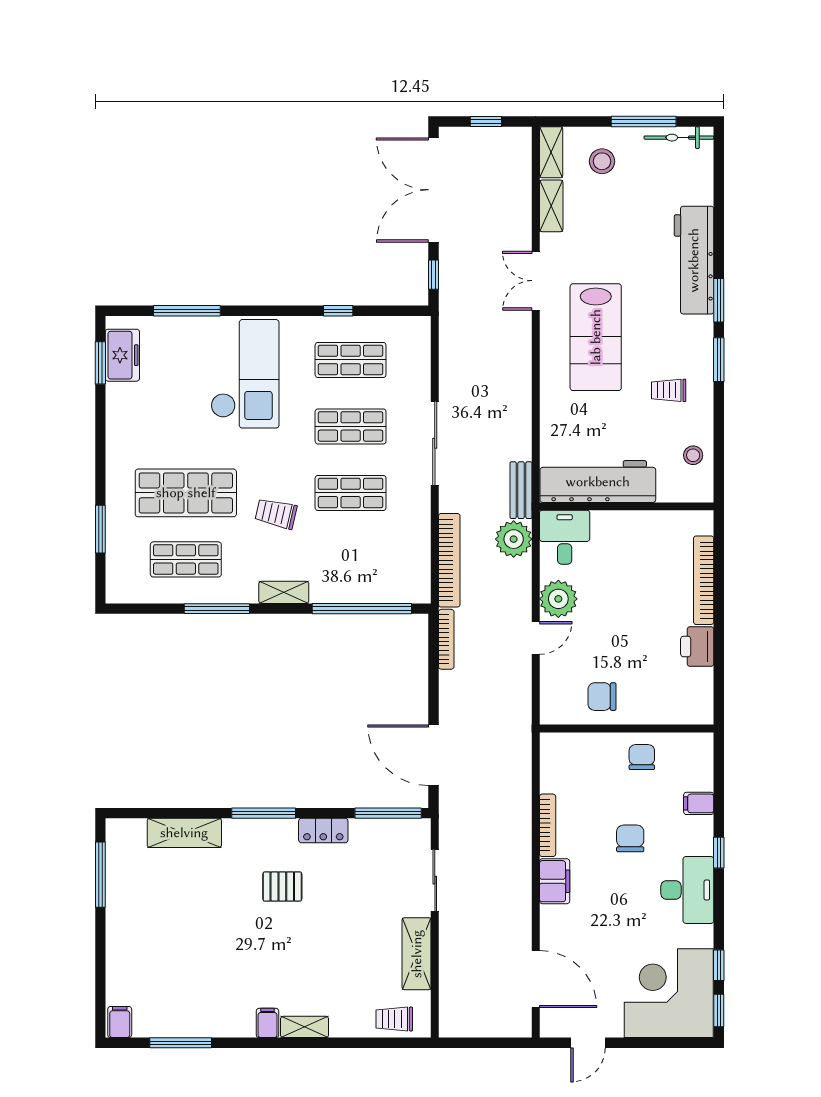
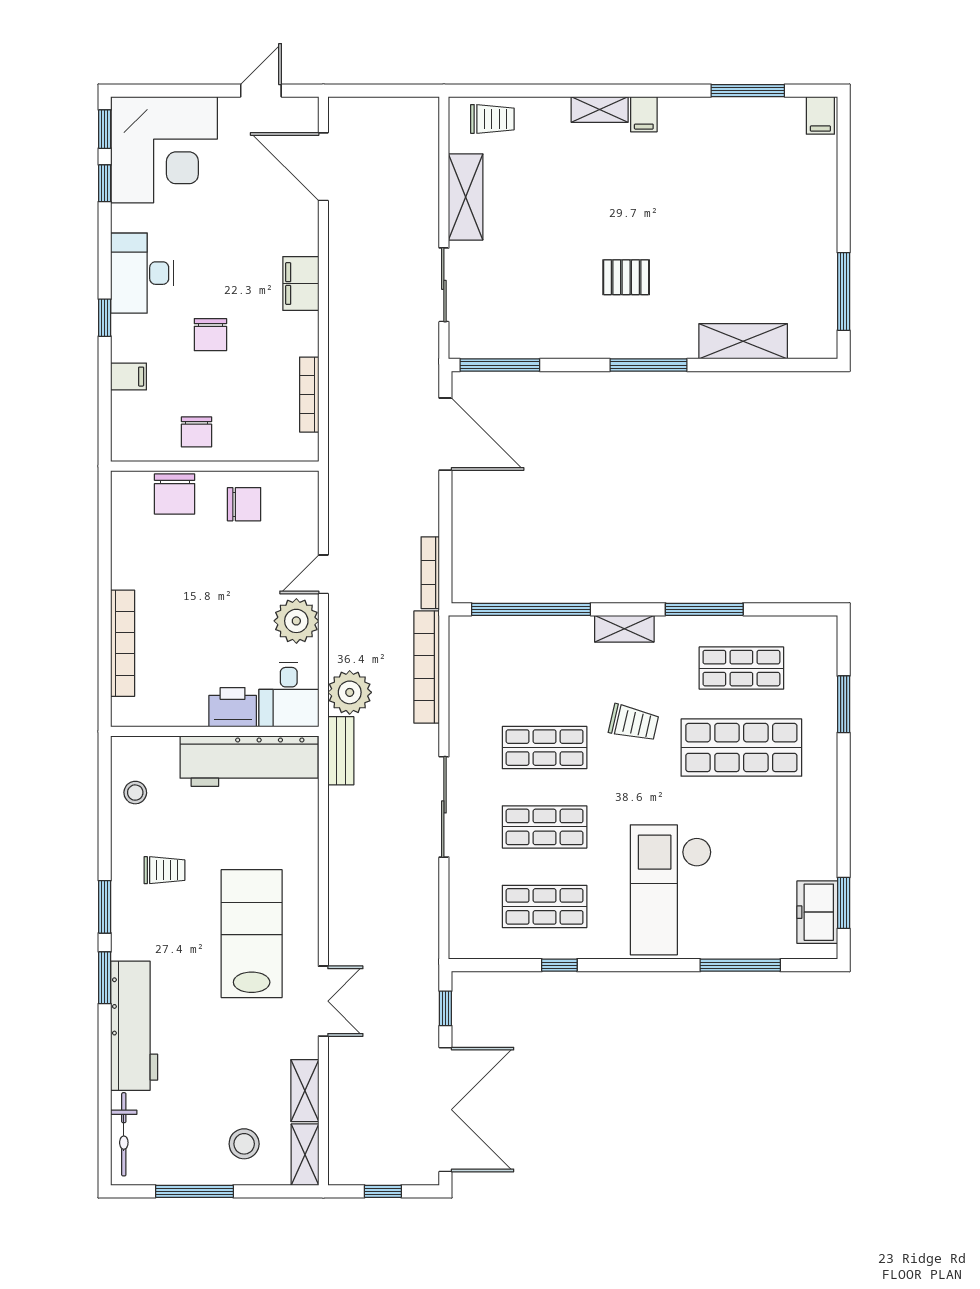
bicycle: (679, 138) -> (124, 1134), moved, turned 90
printer: (697, 647) -> (233, 707), moved, turned -90
chair: (660, 705) -> (175, 494), added
bookcase: (548, 825) -> (309, 395), moved
locker: (323, 831) -> (577, 344), removed

